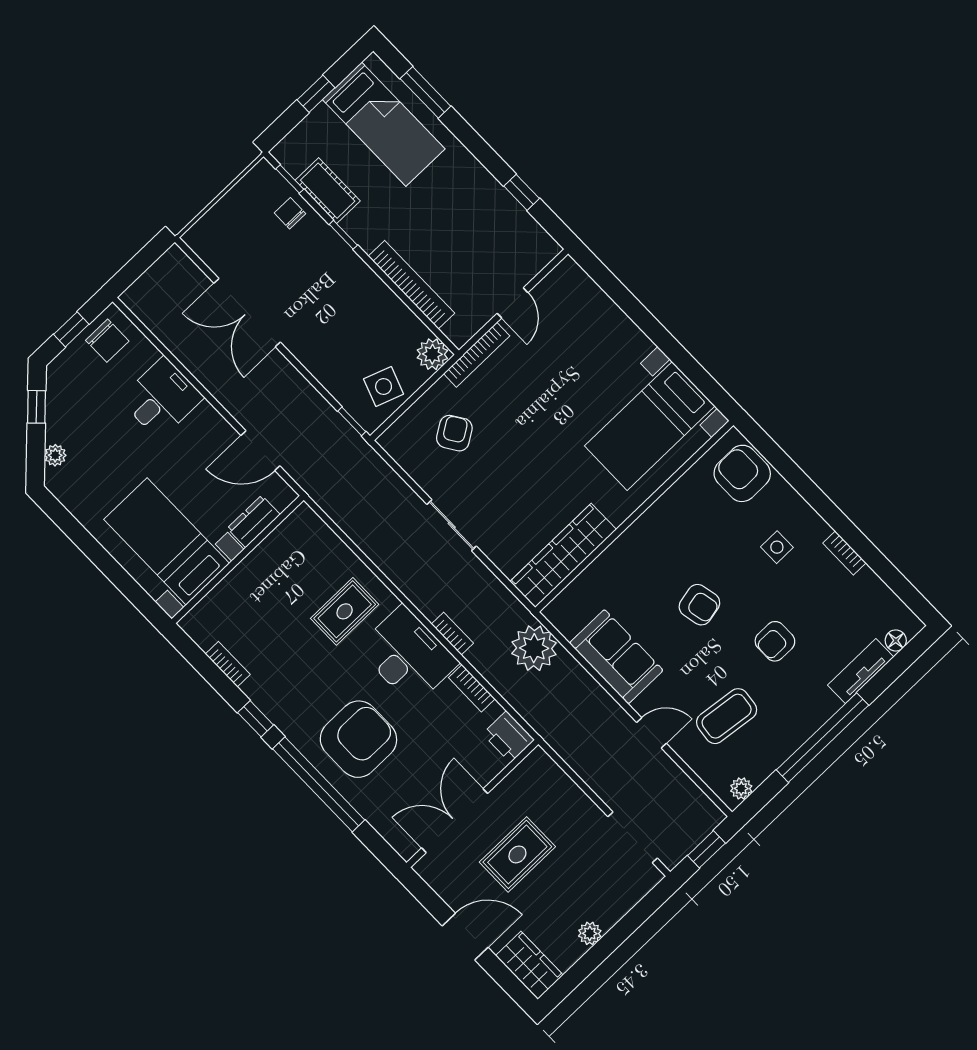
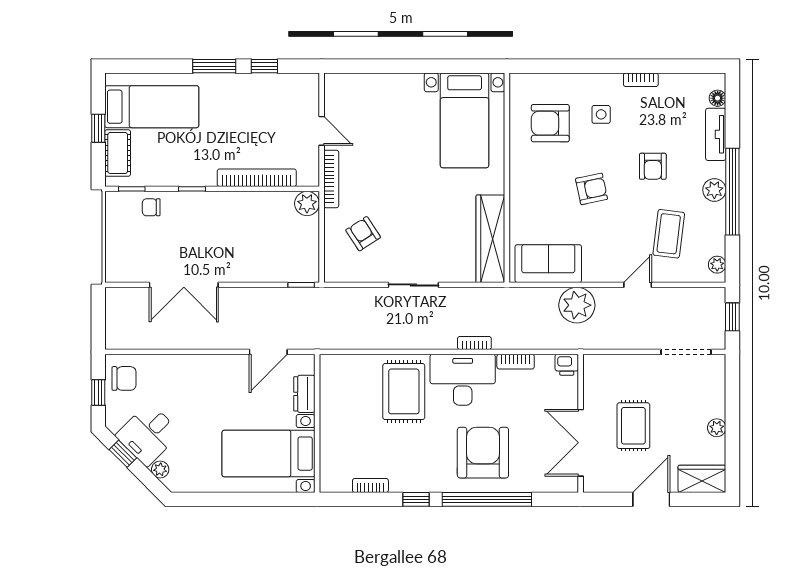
window: (425, 92) -> (214, 66), moved
cot: (328, 191) -> (118, 153), moved, turned 90
side table: (384, 387) -> (299, 248), removed
desk: (162, 398) -> (148, 434), moved, turned -135
armchair: (742, 473) -> (550, 123), moved
rug: (345, 611) -> (404, 391), width x1.36, depth x1.43
plant: (534, 648) -> (577, 305), moved
sofa: (616, 657) -> (548, 264), moved
plant: (808, 719) -> (714, 190), added
printer: (508, 737) -> (567, 365), width x0.73, depth x0.81

